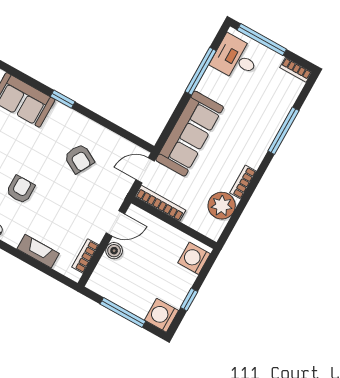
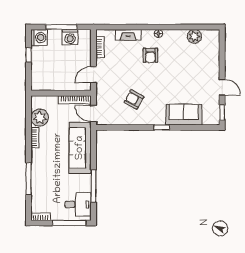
door: (145, 170) -> (93, 113), swing flipped
armchair: (20, 189) -> (150, 55), moved
boiler: (114, 251) -> (86, 59), removed
washing machine: (194, 258) -> (70, 37), moved, turned 90

